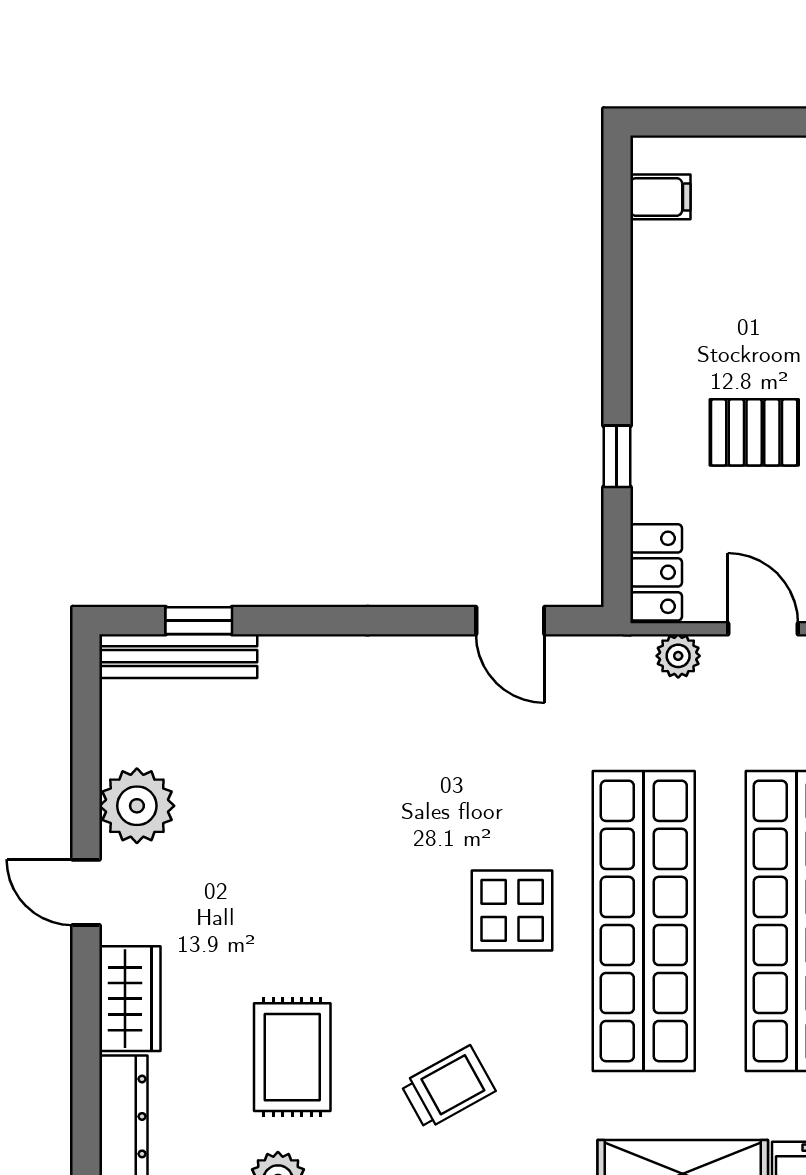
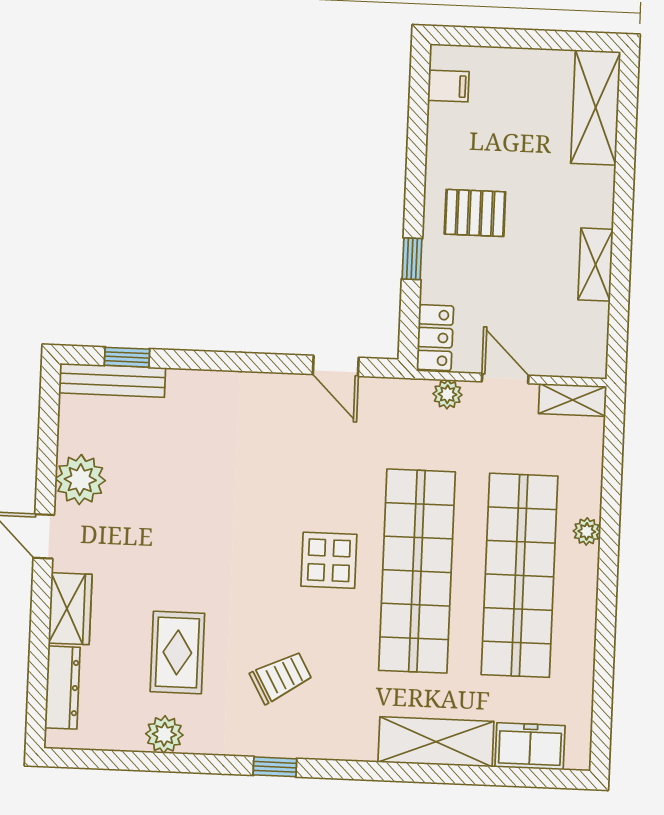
pallet: (754, 432) -> (475, 213), moved

